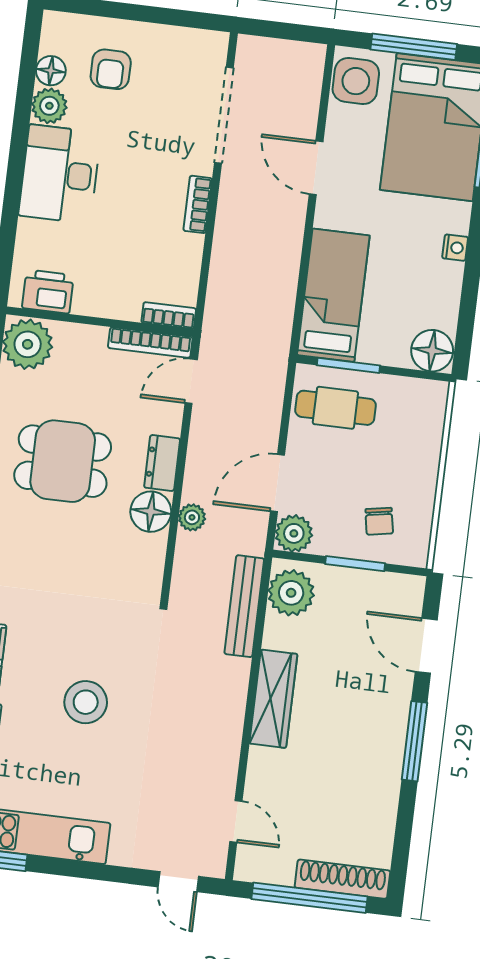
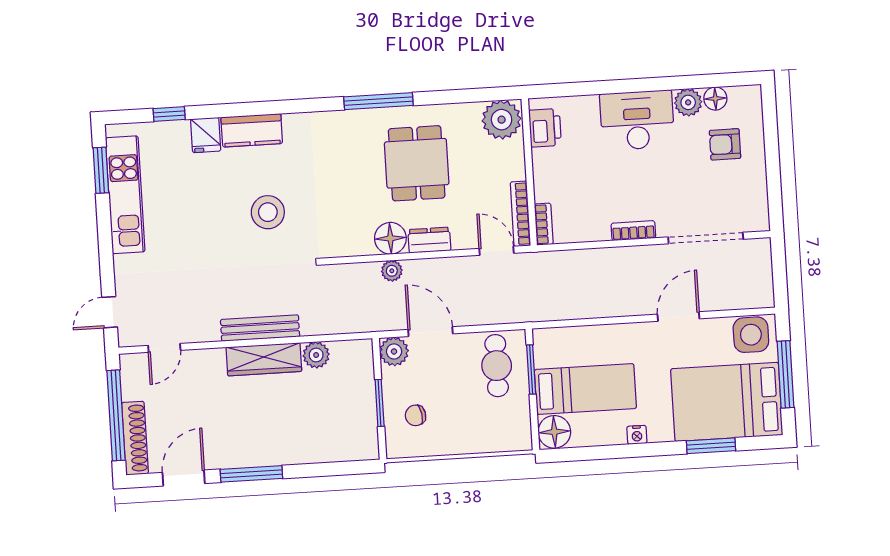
bed: (333, 295) -> (585, 389), moved
plant: (291, 593) -> (316, 355), moved, width x0.73, depth x0.73
bench: (244, 606) -> (260, 328), moved
door: (426, 646) -> (184, 478), moved
stool: (86, 702) -> (268, 212), moved

